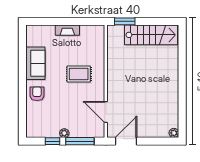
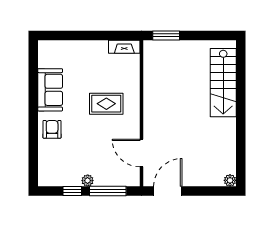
fireplace: (67, 30) -> (124, 47), moved
stairs: (151, 35) -> (223, 83), moved, turned 90

